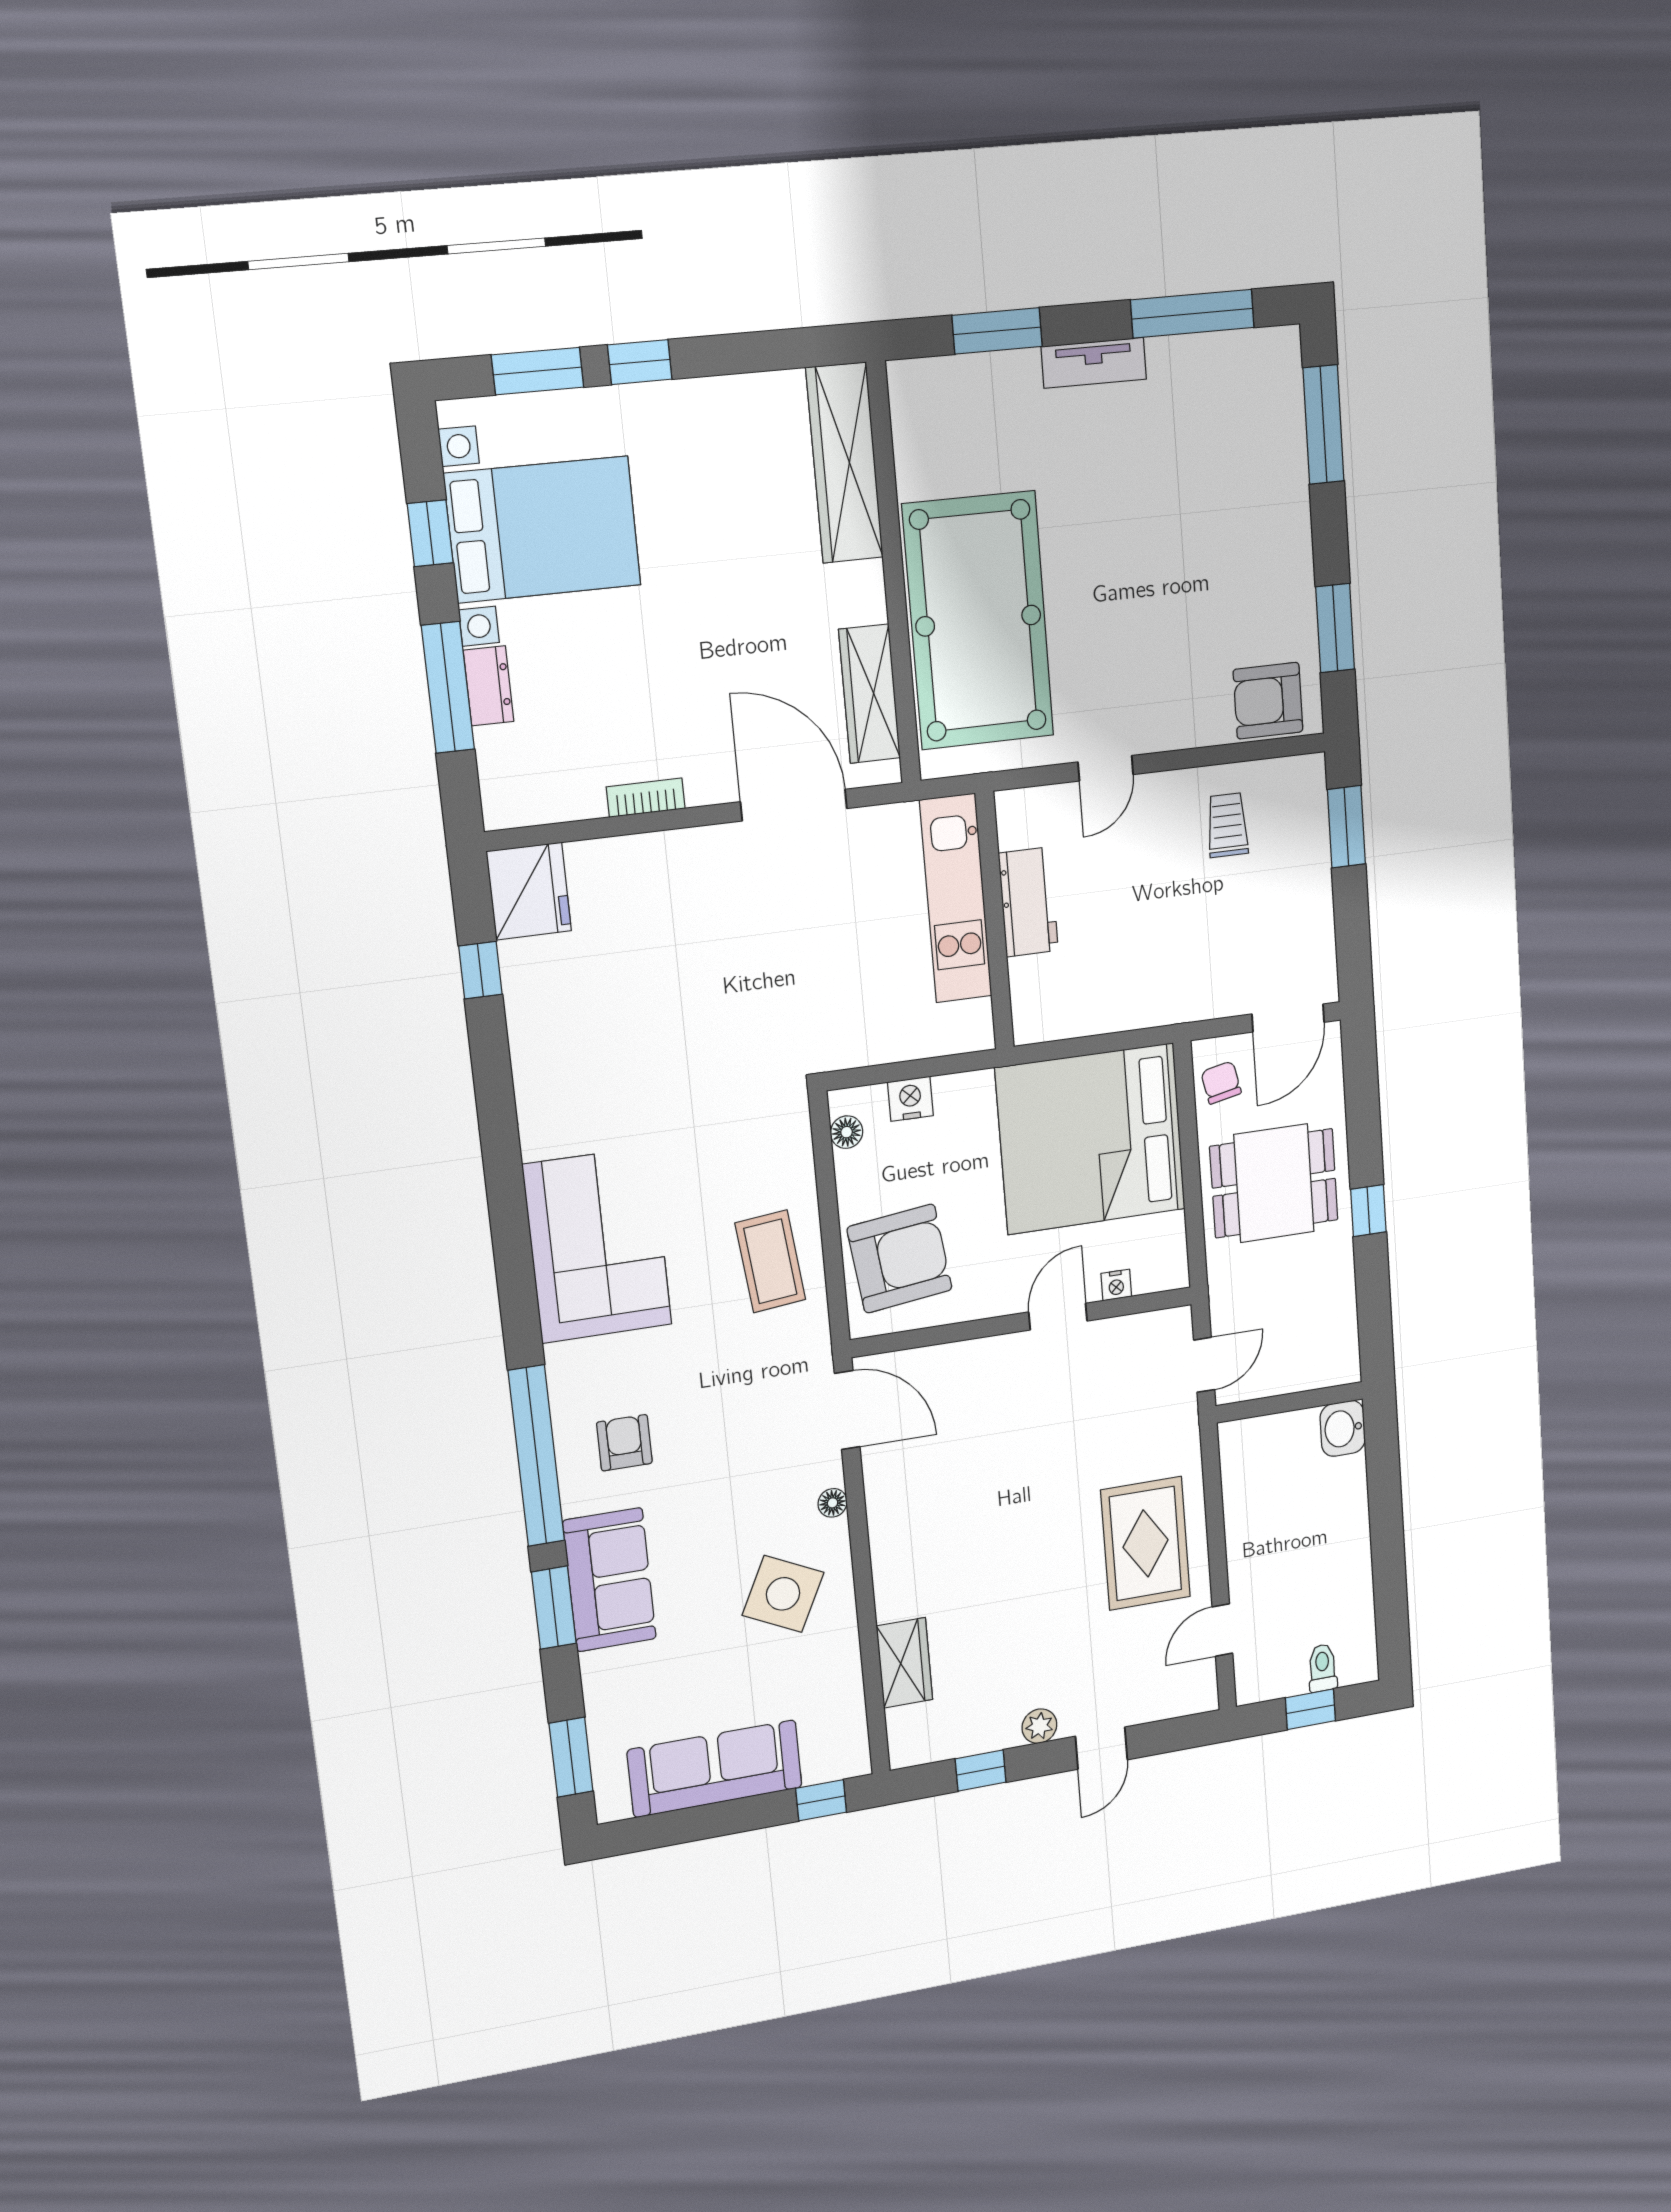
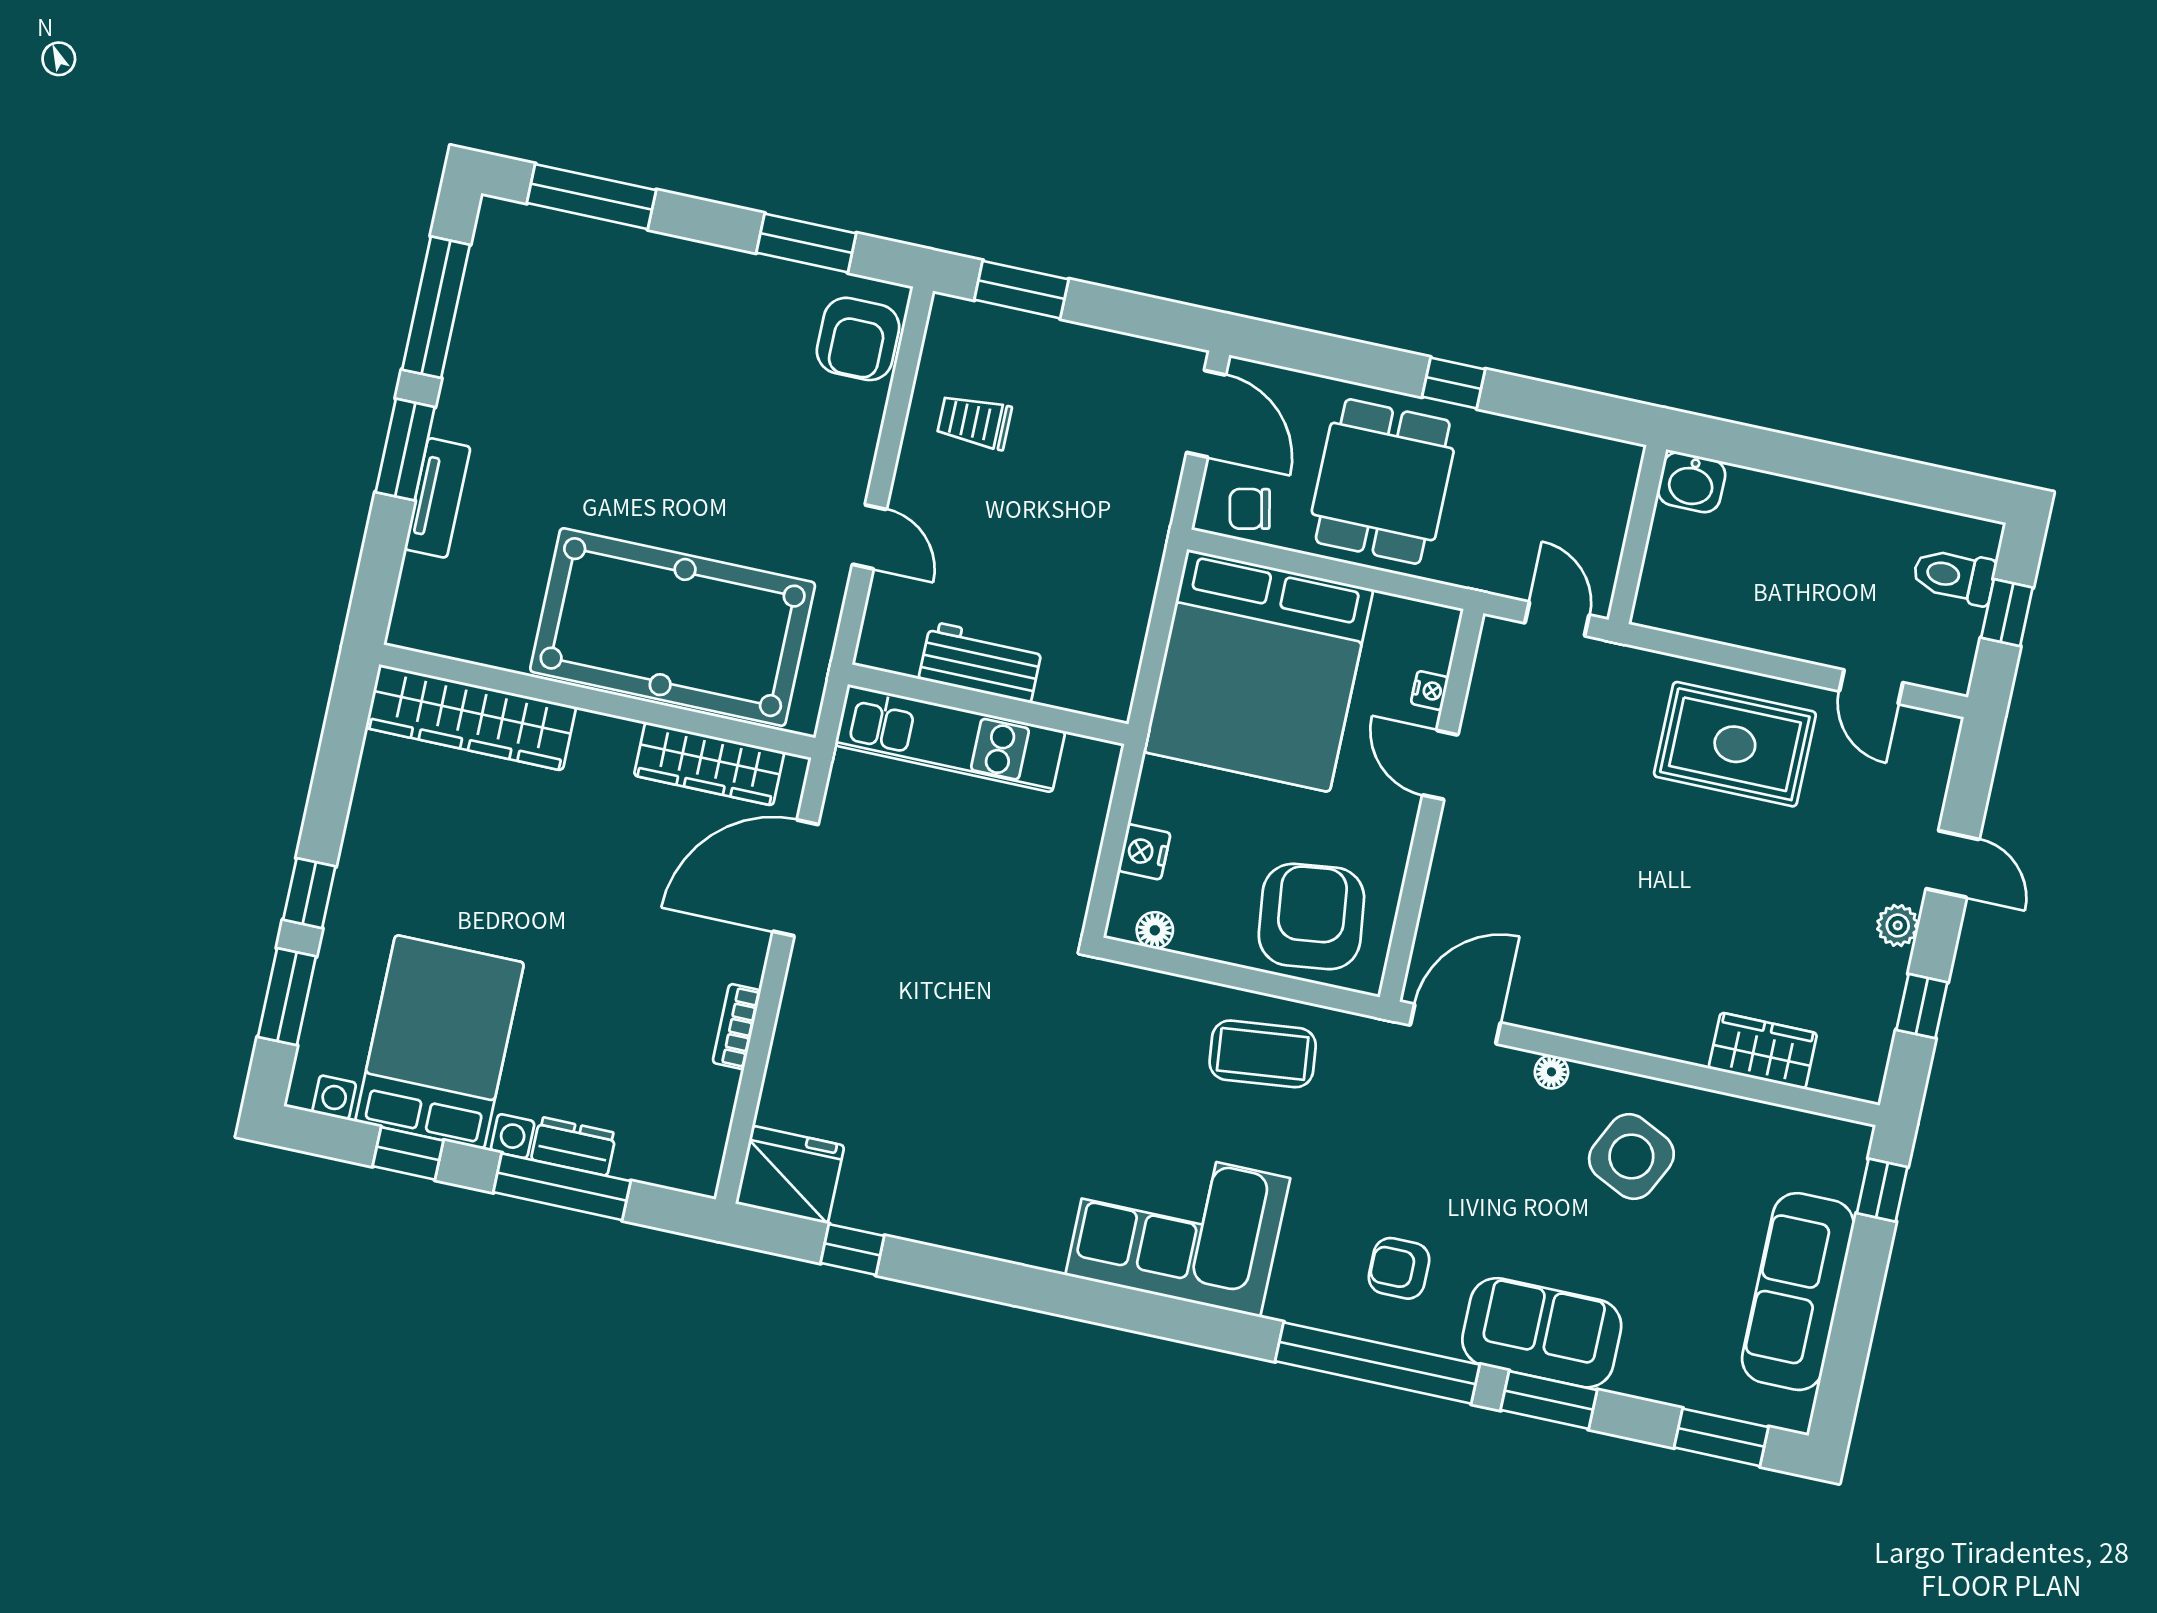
window: (997, 331) -> (405, 450), moved
tv unit: (1094, 363) -> (437, 498), moved
toilet: (1323, 1668) -> (1954, 576), width x1.37, depth x1.39

